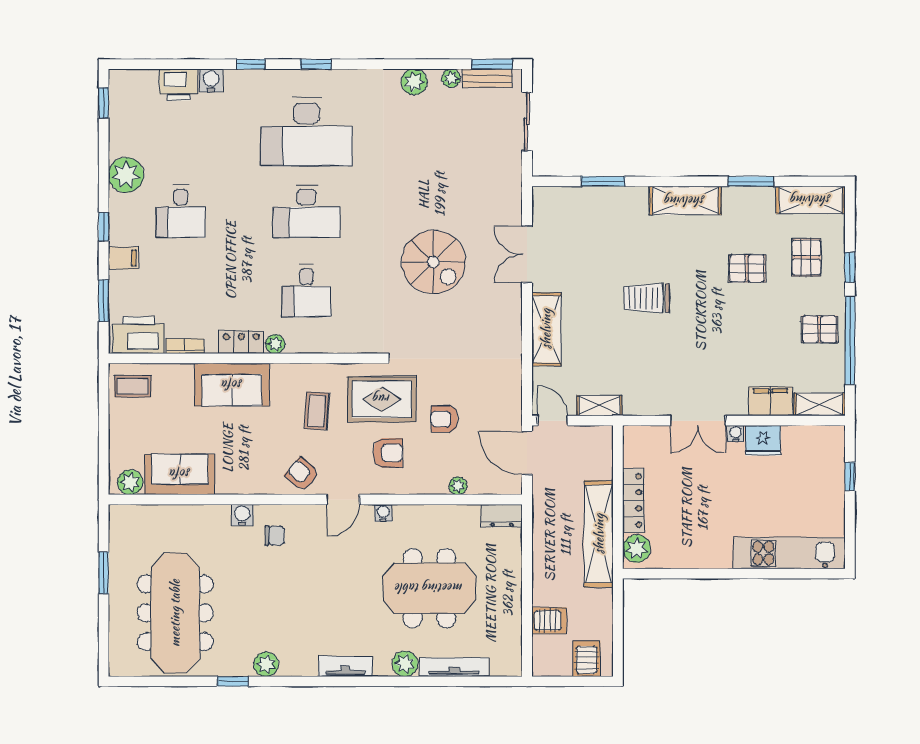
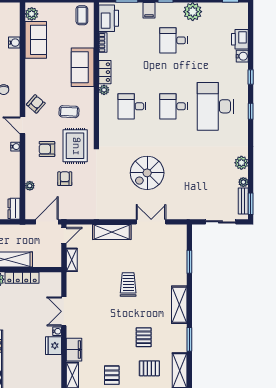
desk: (306, 211) -> (174, 106), width x0.73
armchair: (388, 453) -> (47, 149), turned 90
water cooler: (242, 515) -> (14, 43), moved

